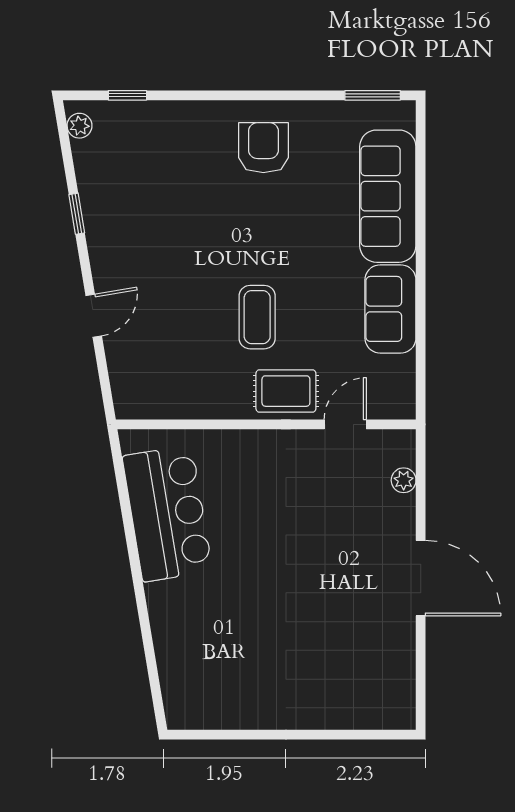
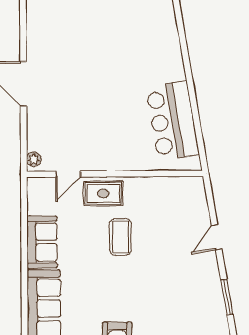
window: (77, 214) -> (227, 297), width x1.50
plant: (404, 480) -> (34, 159), moved

